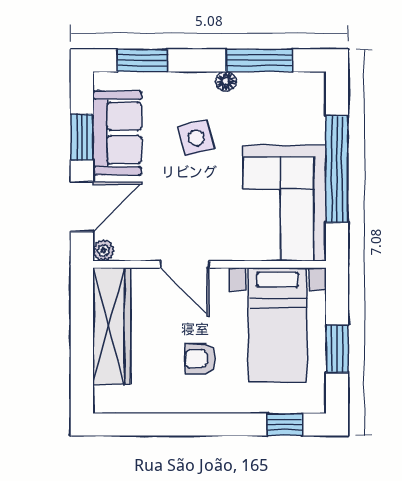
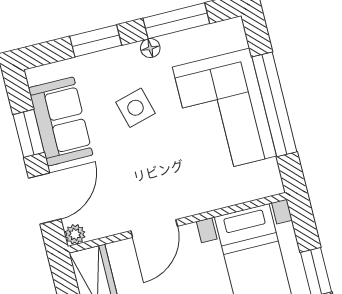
window: (142, 60) -> (96, 41), moved
corner sofa: (285, 203) -> (224, 112), moved
door: (185, 264) -> (154, 229), hinge flipped

